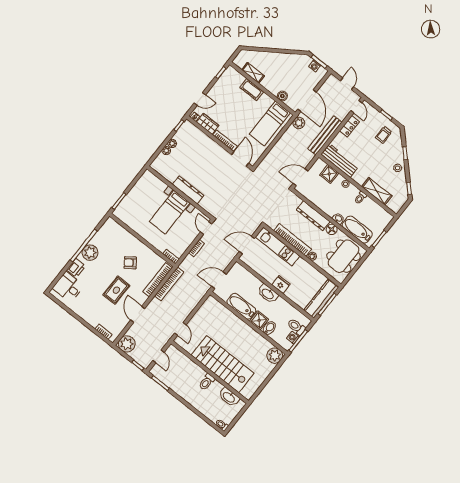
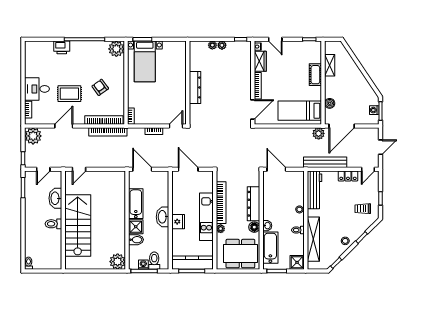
shower: (329, 174) -> (297, 262), moved
shelving: (377, 191) -> (313, 239), width x1.47
bed with nightstands: (170, 212) -> (145, 61), moved, turned -90
kitchen unit: (278, 247) -> (206, 217), moved
plant: (90, 253) -> (116, 49), moved
desk: (68, 287) -> (37, 89), moved, turned -90
washbasin: (229, 397) -> (55, 198), moved

